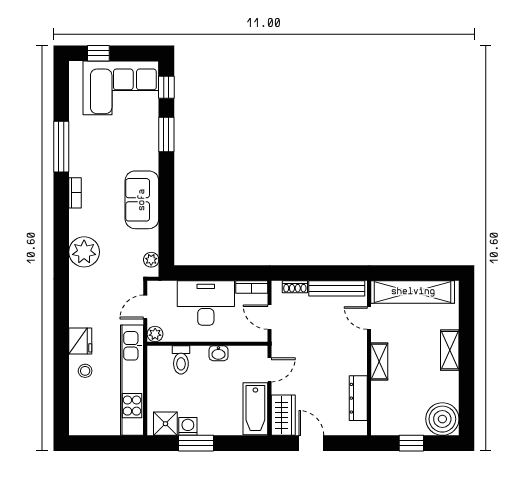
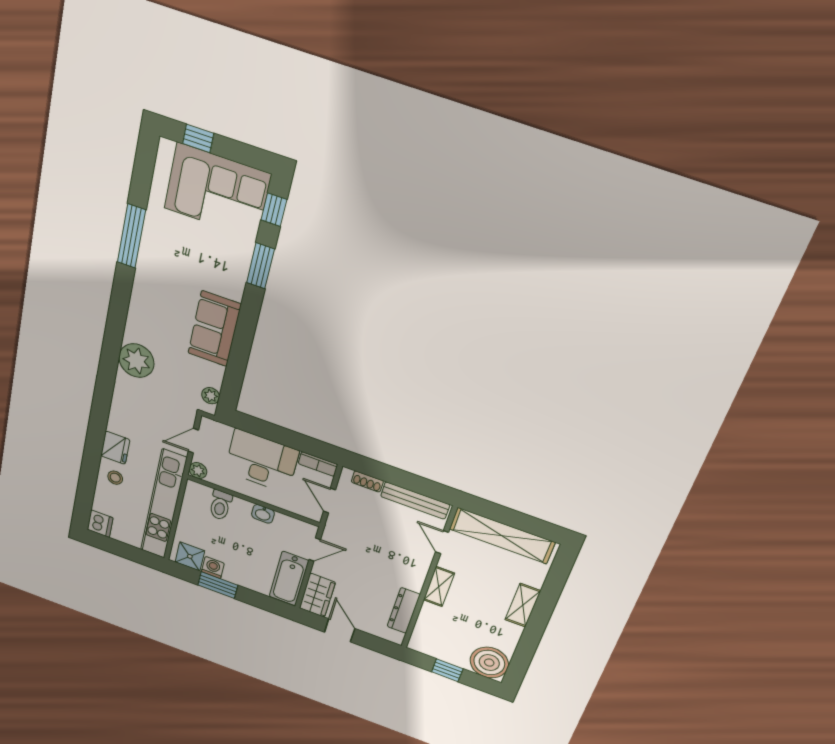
bookcase: (75, 193) -> (138, 294), removed
dishwasher: (79, 424) -> (100, 524), added

